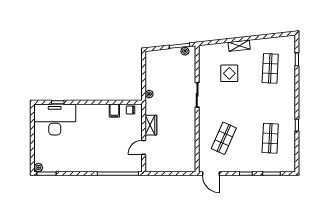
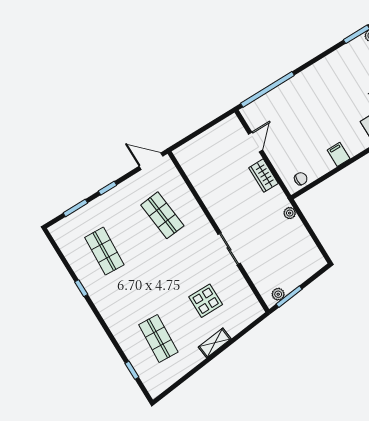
filing cabinet: (114, 111) -> (339, 154), moved
shop shelf: (224, 138) -> (162, 215), turned -30

